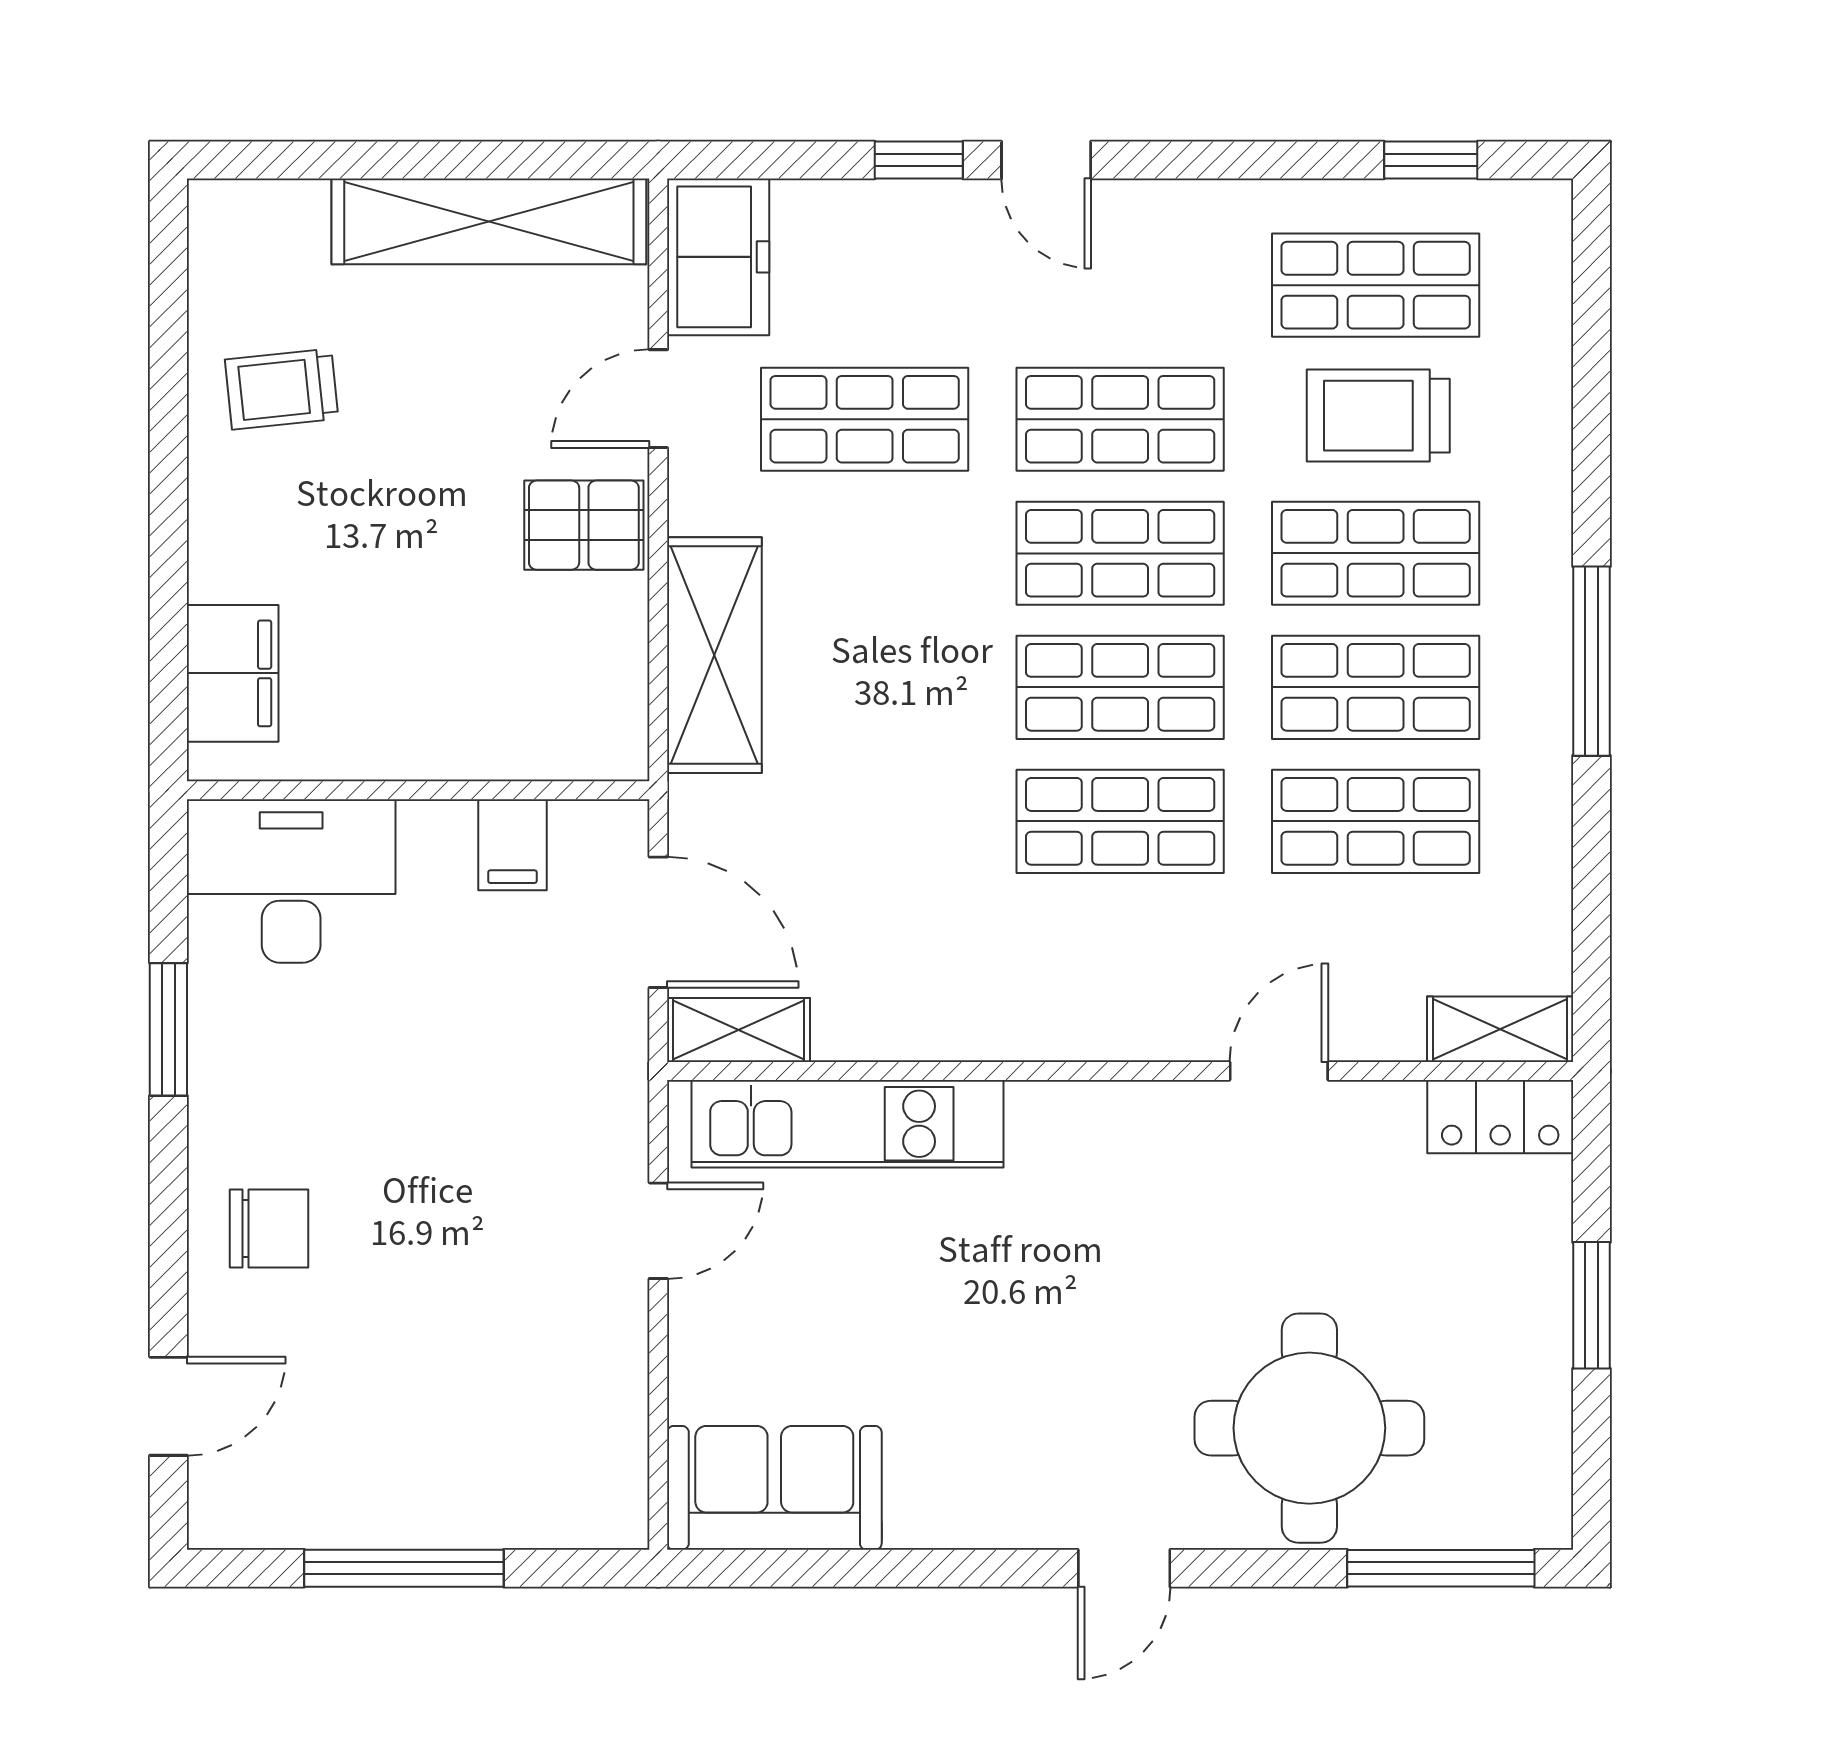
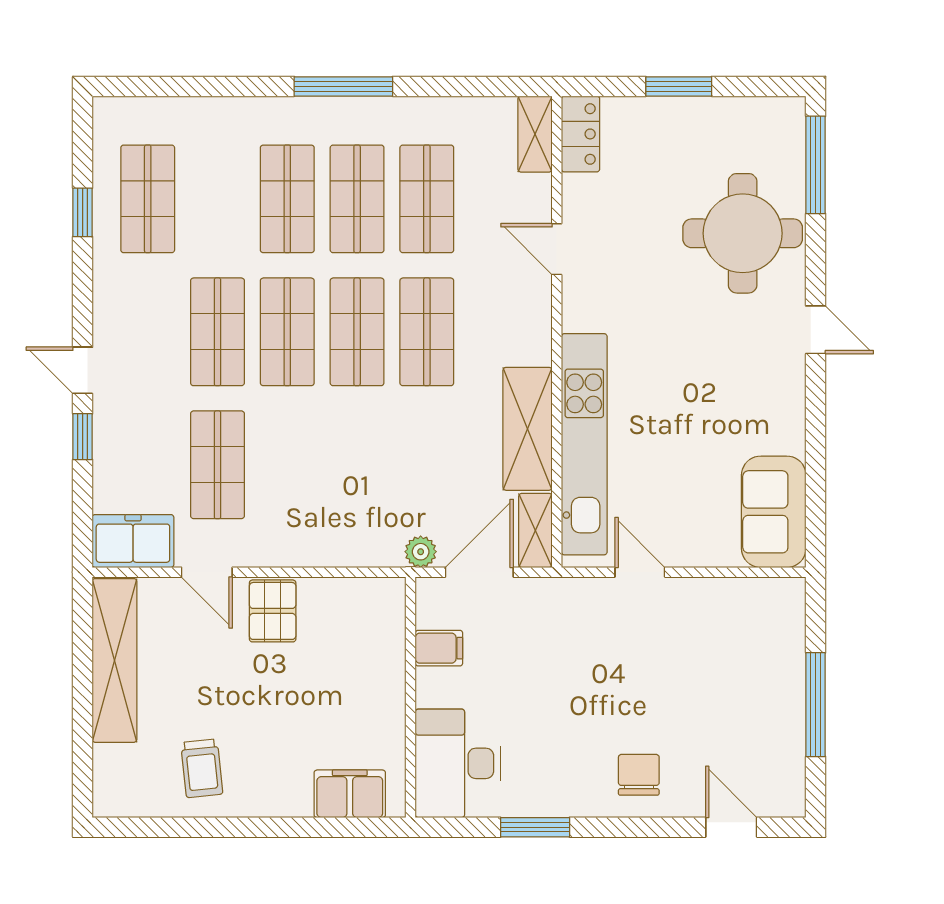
door: (1046, 160) -> (83, 370), swing flipped
window: (1431, 160) -> (83, 212), moved
trolley: (1378, 416) -> (216, 197), removed
shelving: (714, 655) -> (528, 429), moved, turned 90
plant: (698, 809) -> (421, 552), added
kitchen unit: (847, 1124) -> (584, 444), width x1.36

